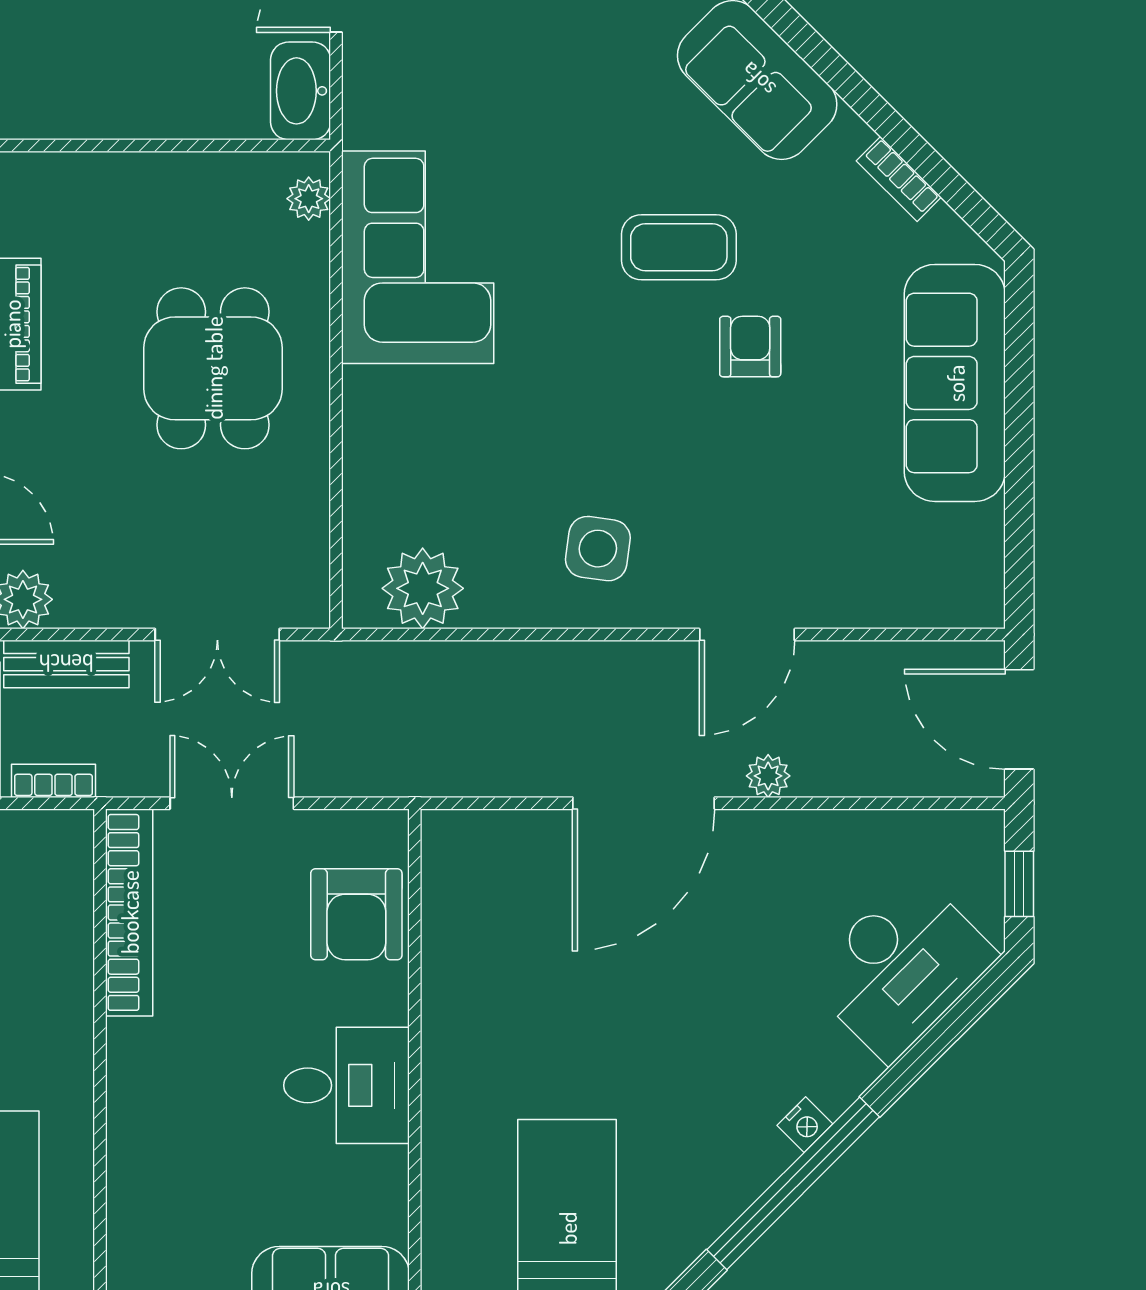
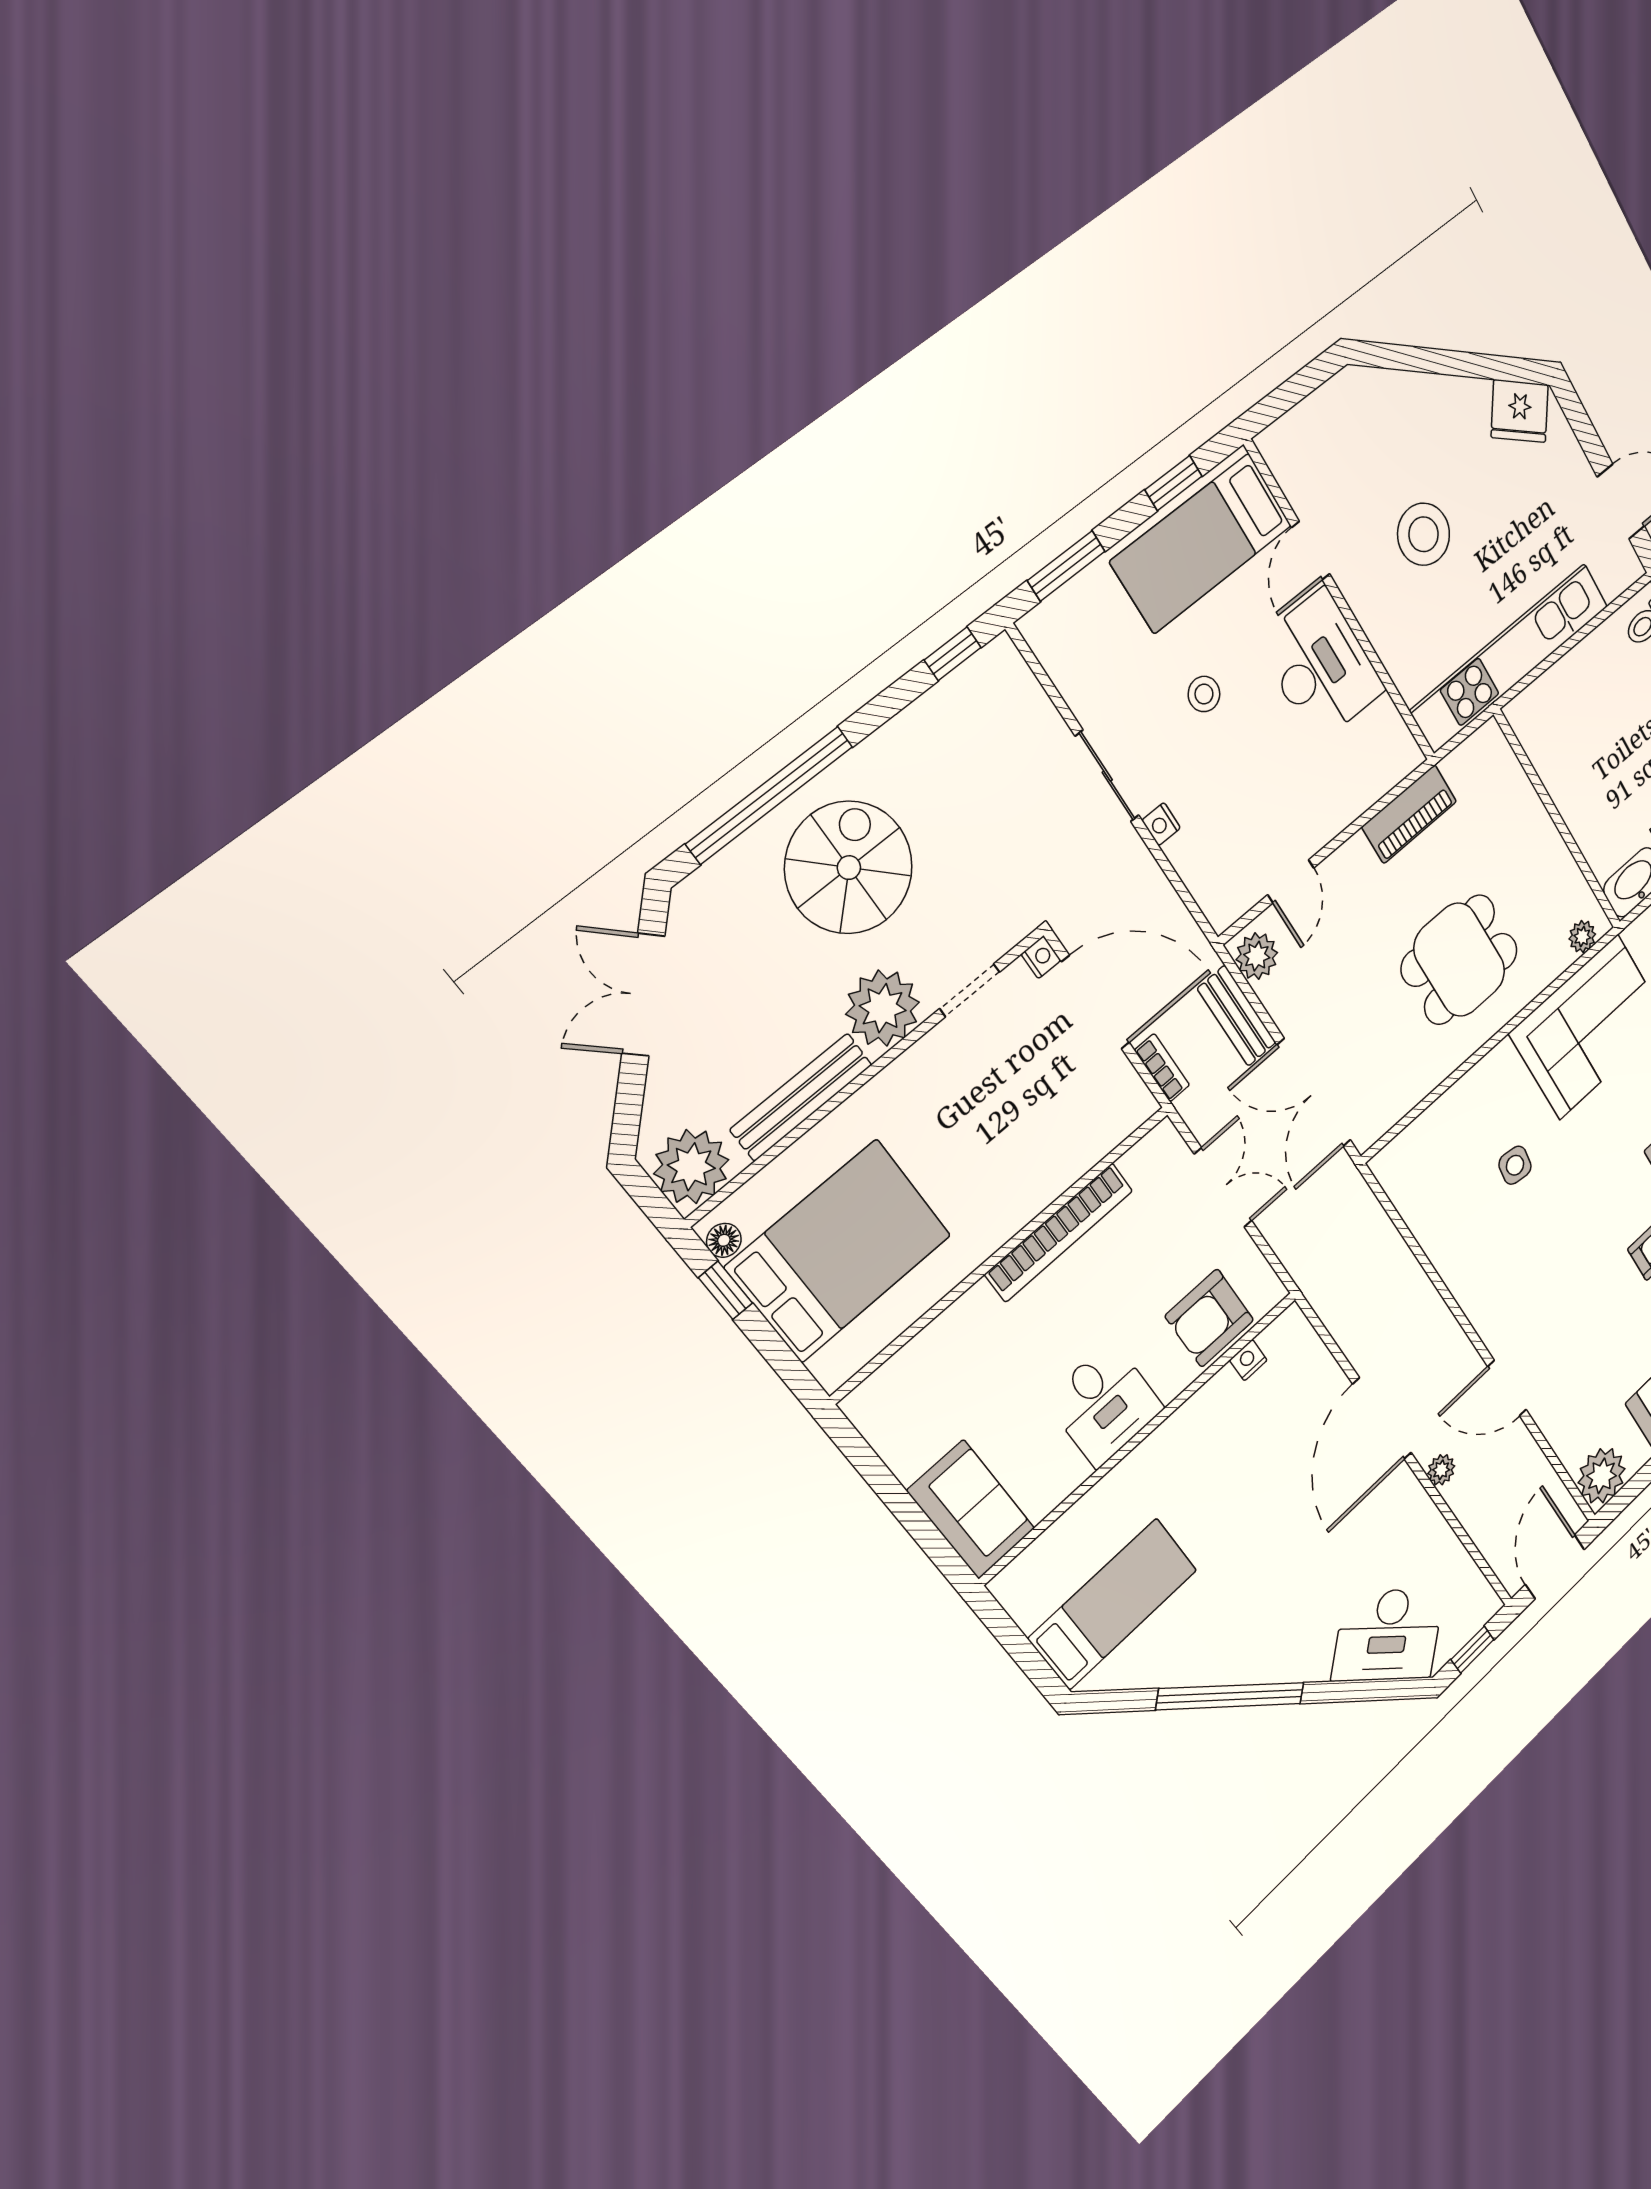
side table: (598, 549) -> (1515, 1165), moved, width x0.73, depth x0.73
plant: (423, 588) -> (1602, 1476), moved
double door: (217, 635) -> (1314, 1093), width x1.37
door: (644, 803) -> (1382, 1419), hinge flipped
bookcase: (129, 912) -> (1059, 1232), moved
nightstand: (805, 1125) -> (1248, 1360), moved, turned 135

